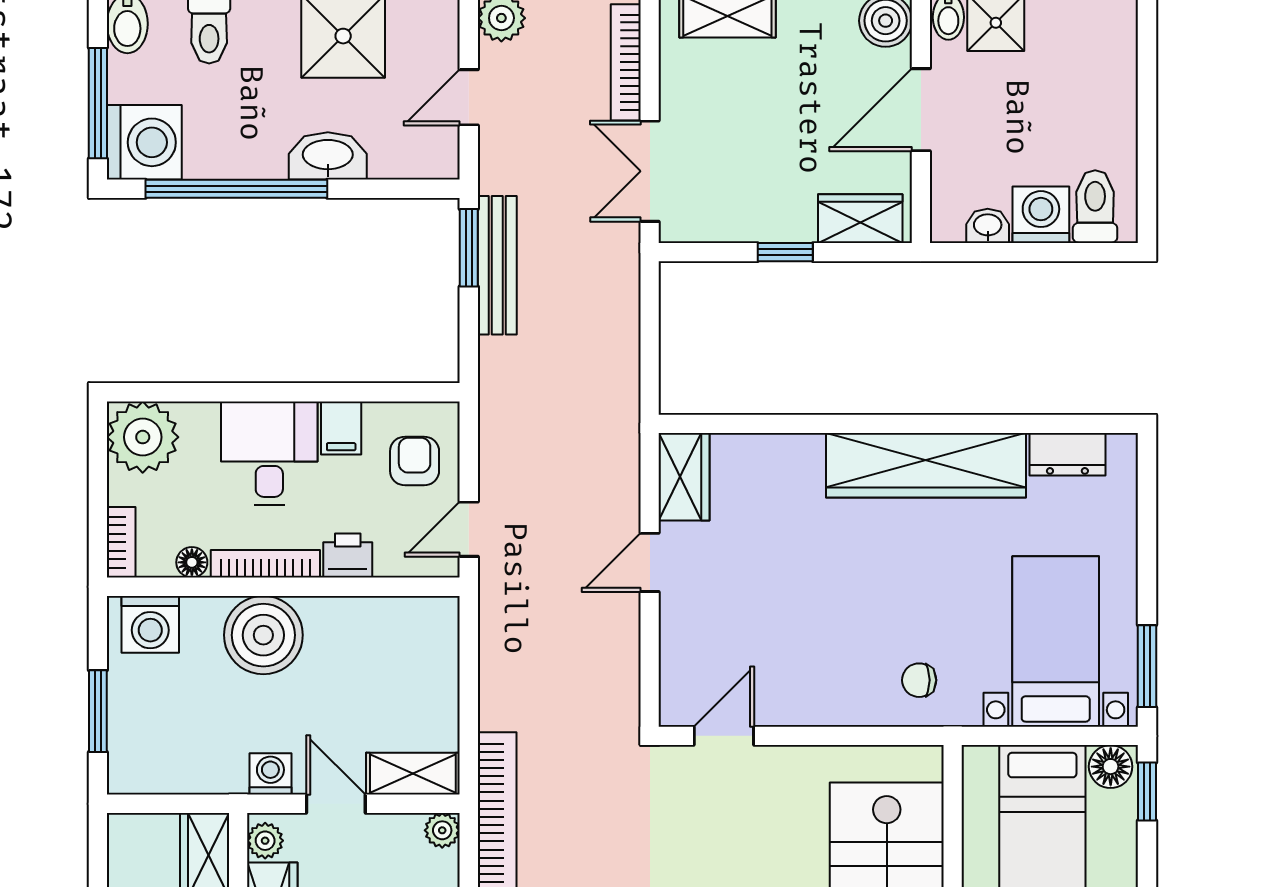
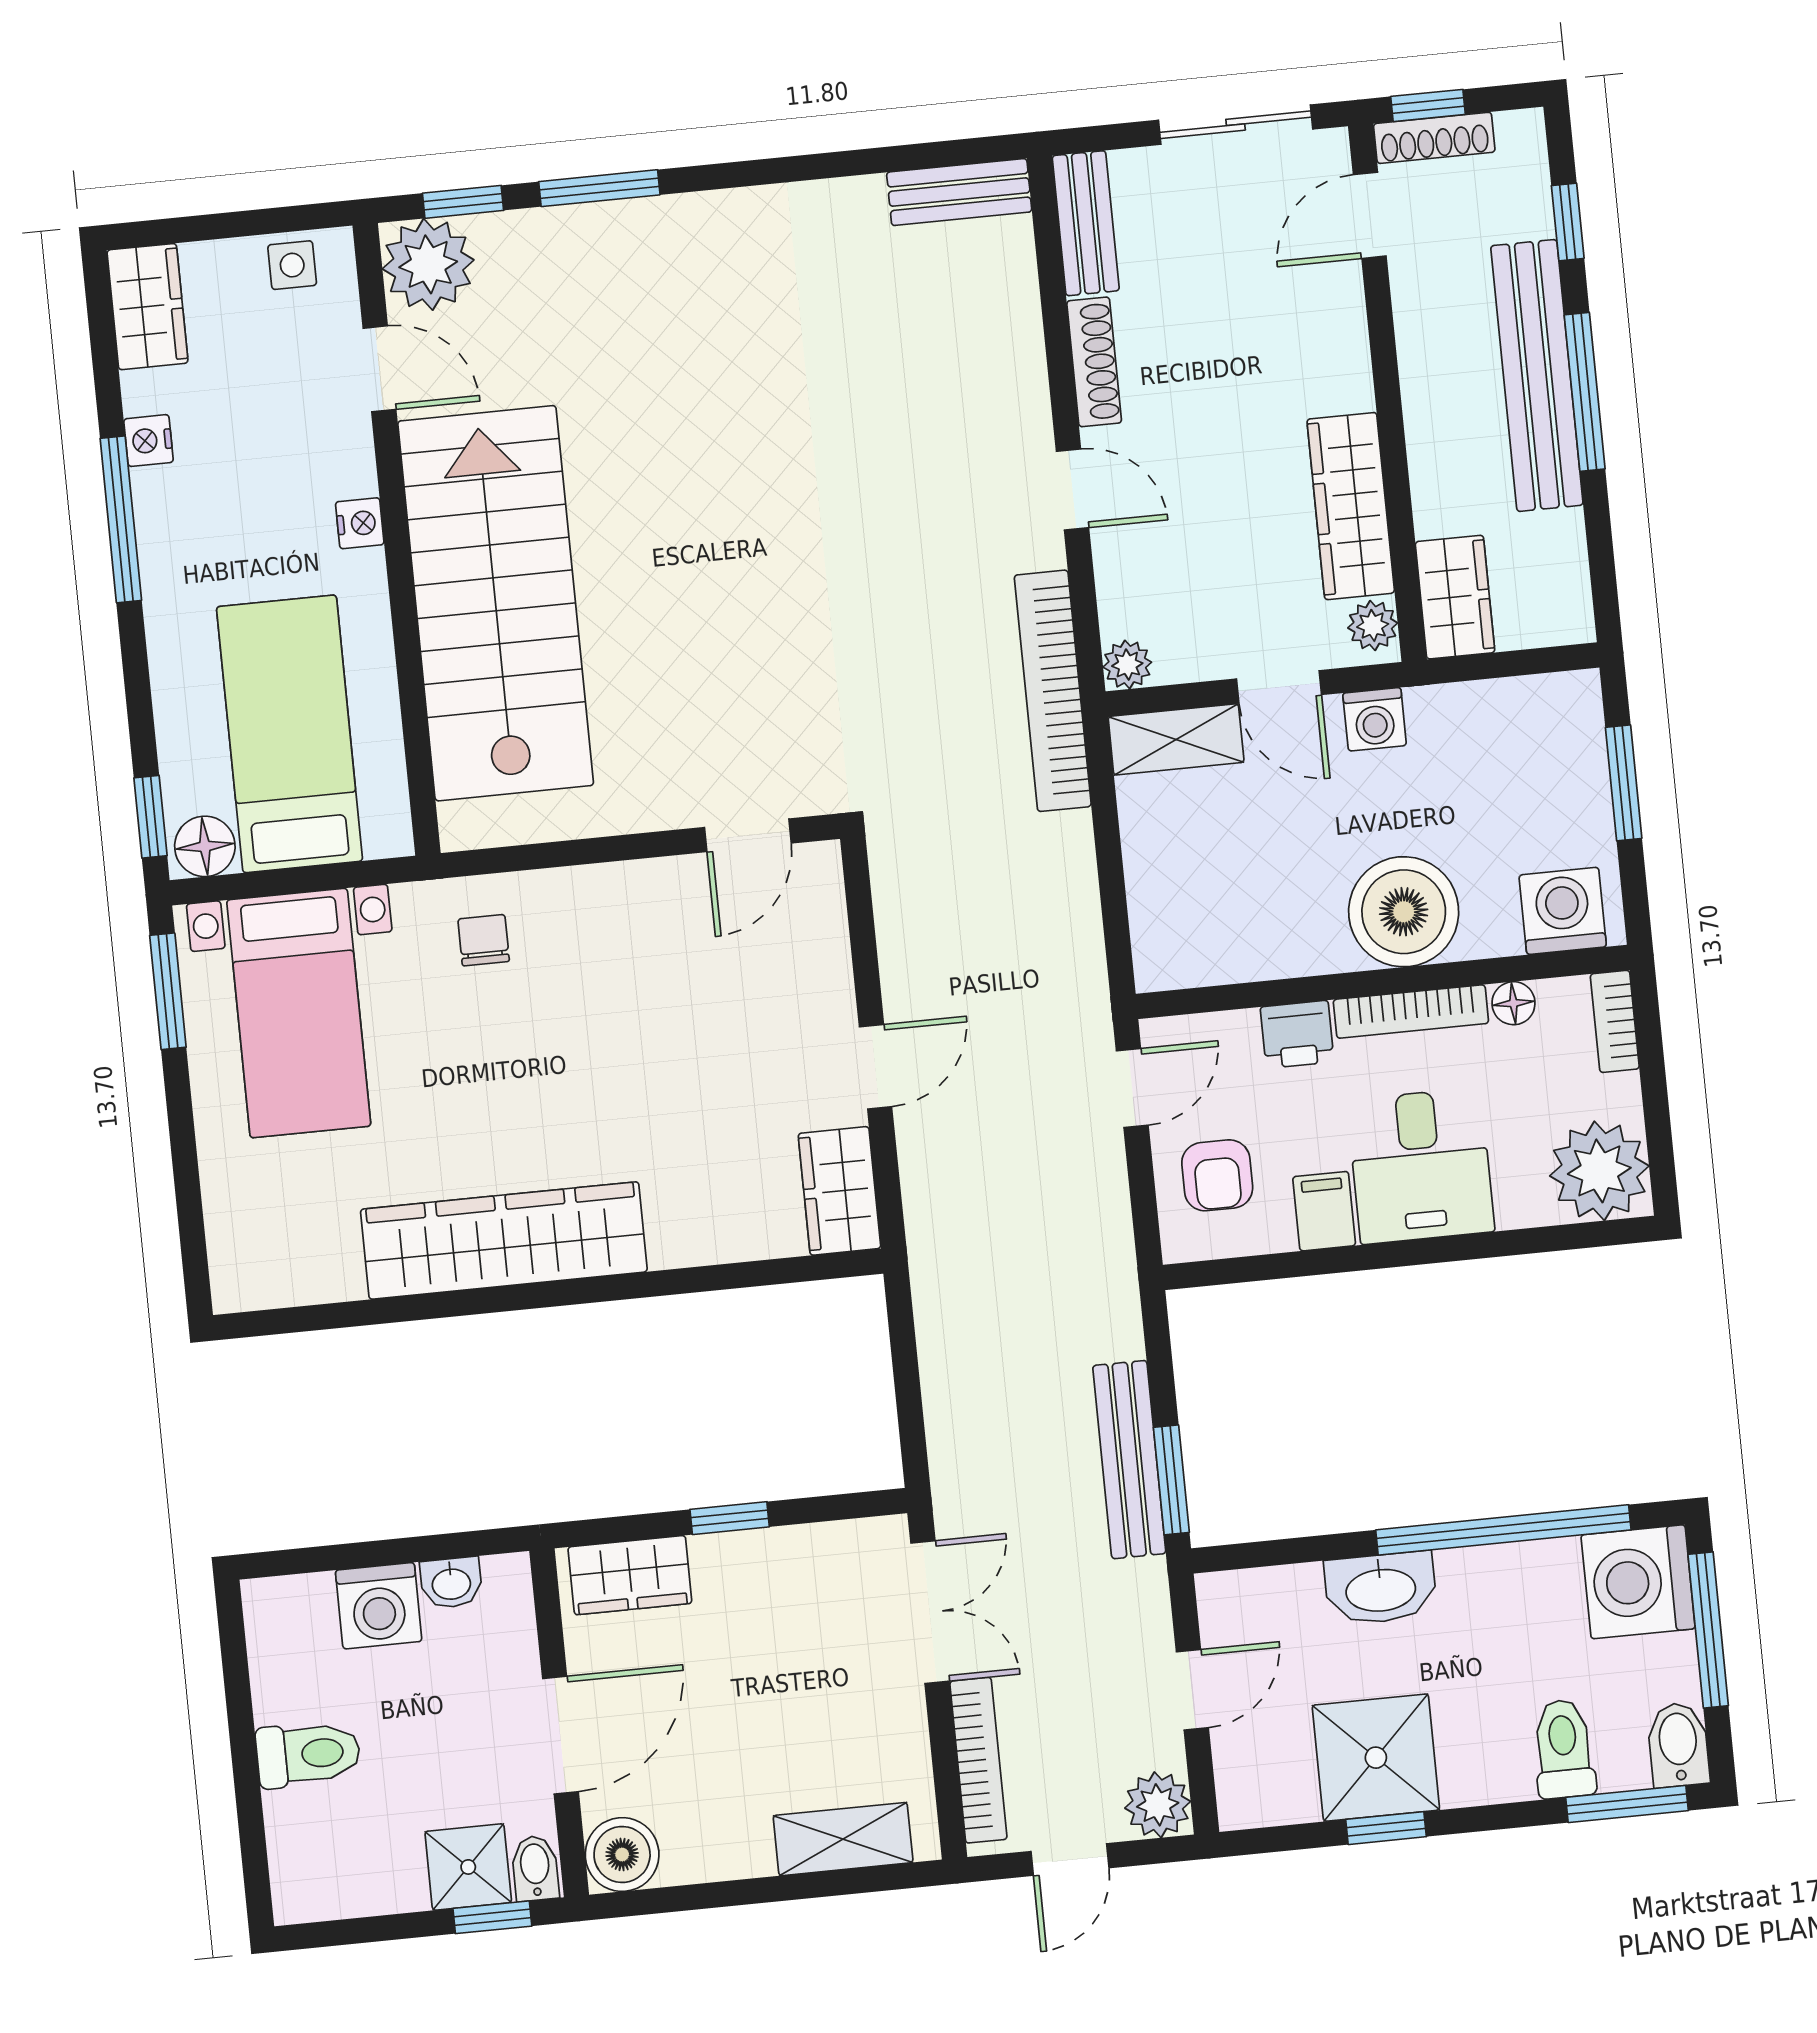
toilet: (1095, 207) -> (308, 1754), moved, turned -90
dresser: (1067, 454) -> (308, 1276), removed
chair: (919, 680) -> (484, 940), turned -90

